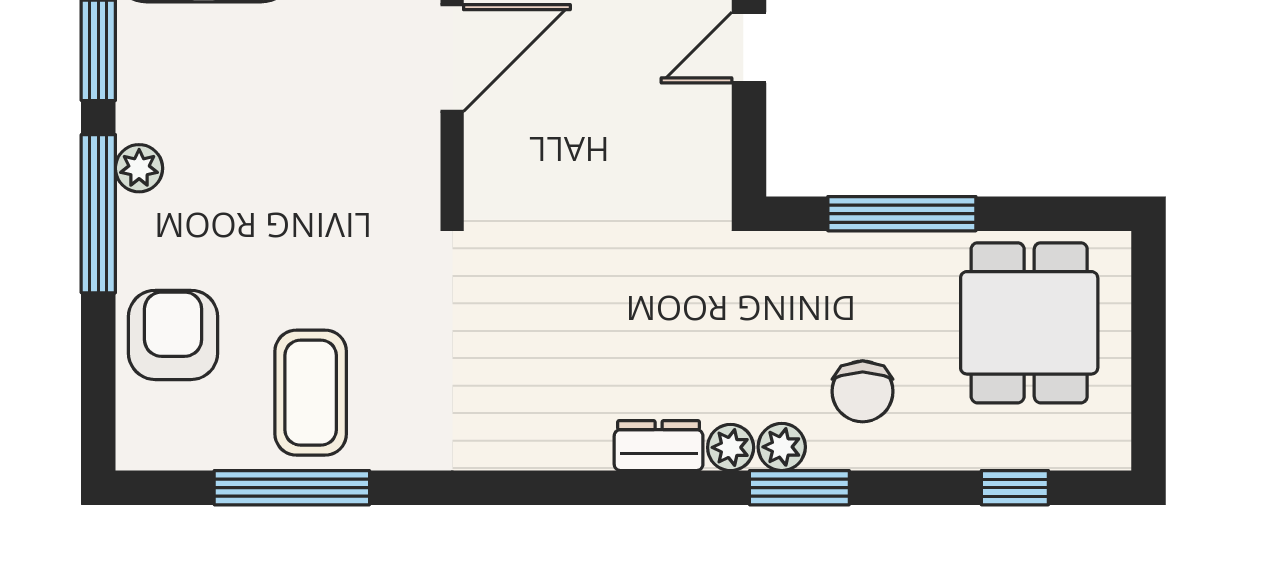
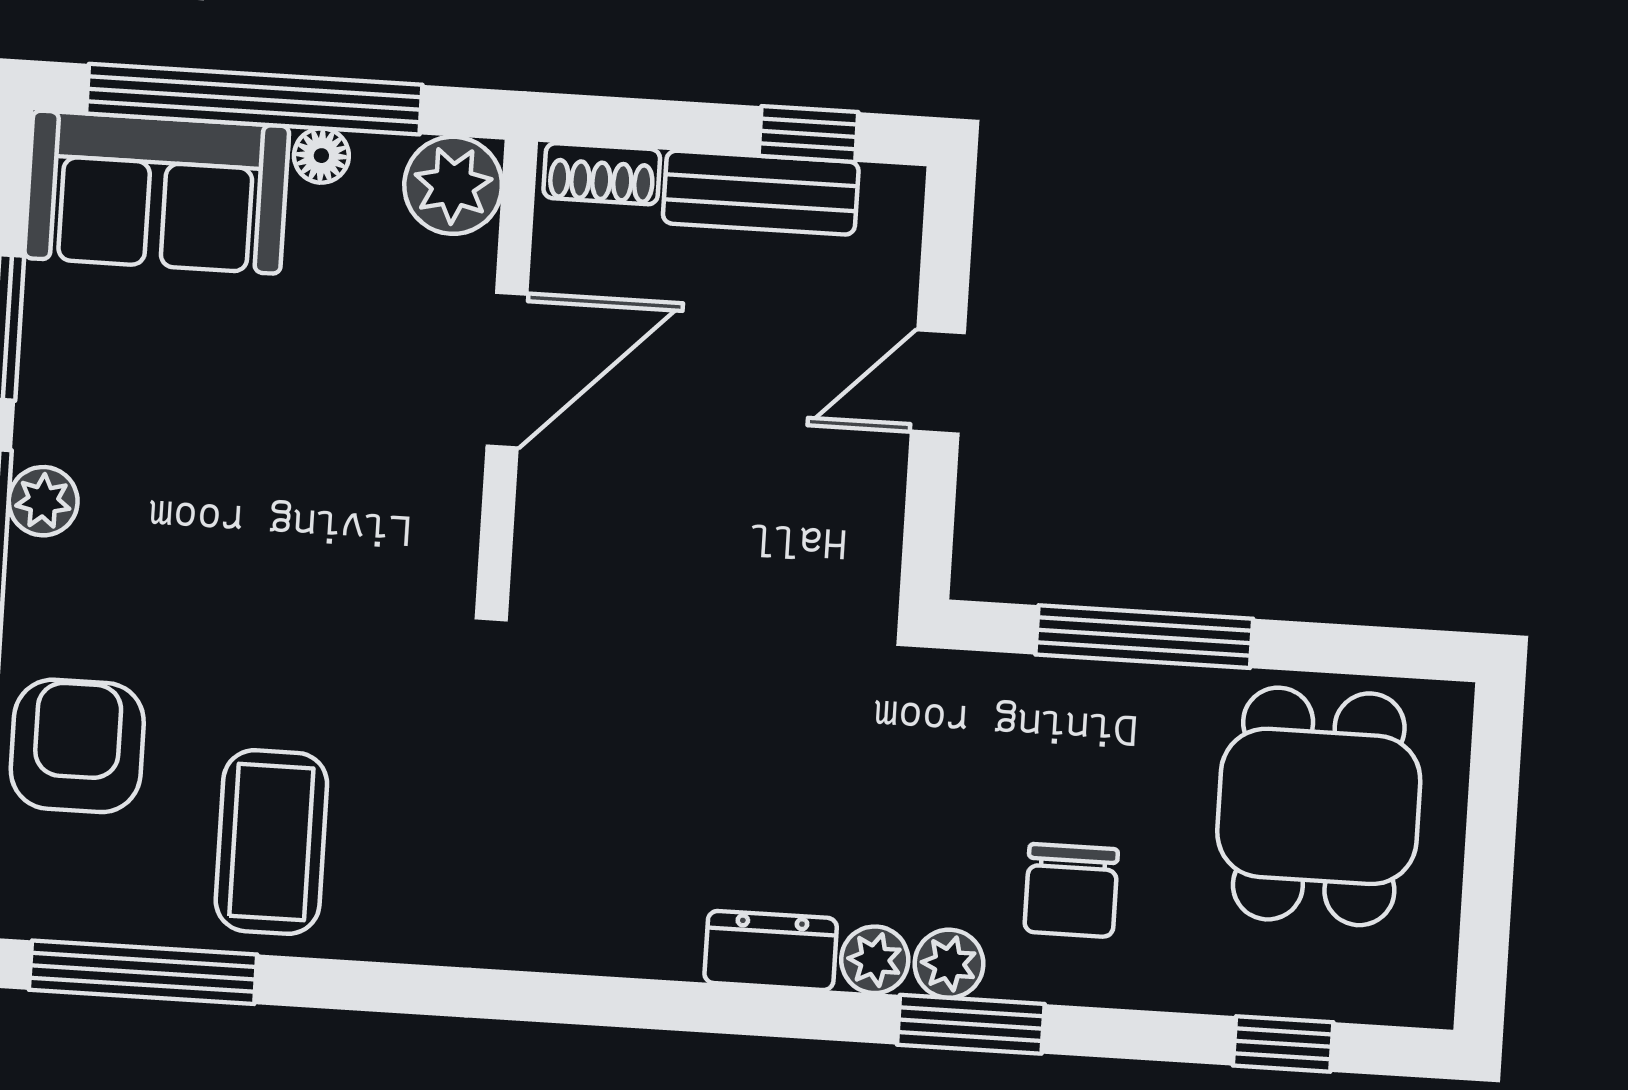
window: (292, 488) -> (143, 972), moved

